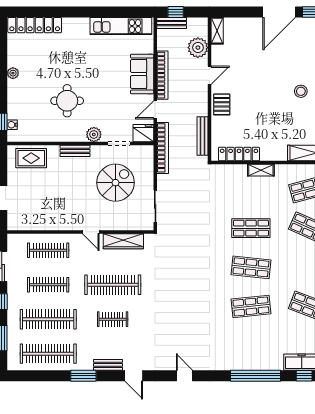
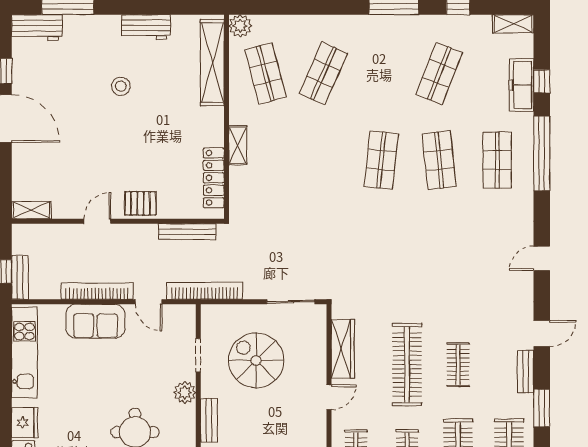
plant: (198, 48) -> (56, 238), removed
door: (210, 75) -> (97, 221), hinge flipped
fridge: (143, 133) -> (25, 423), moved, turned 180
shop shelf: (251, 228) -> (497, 160), moved

